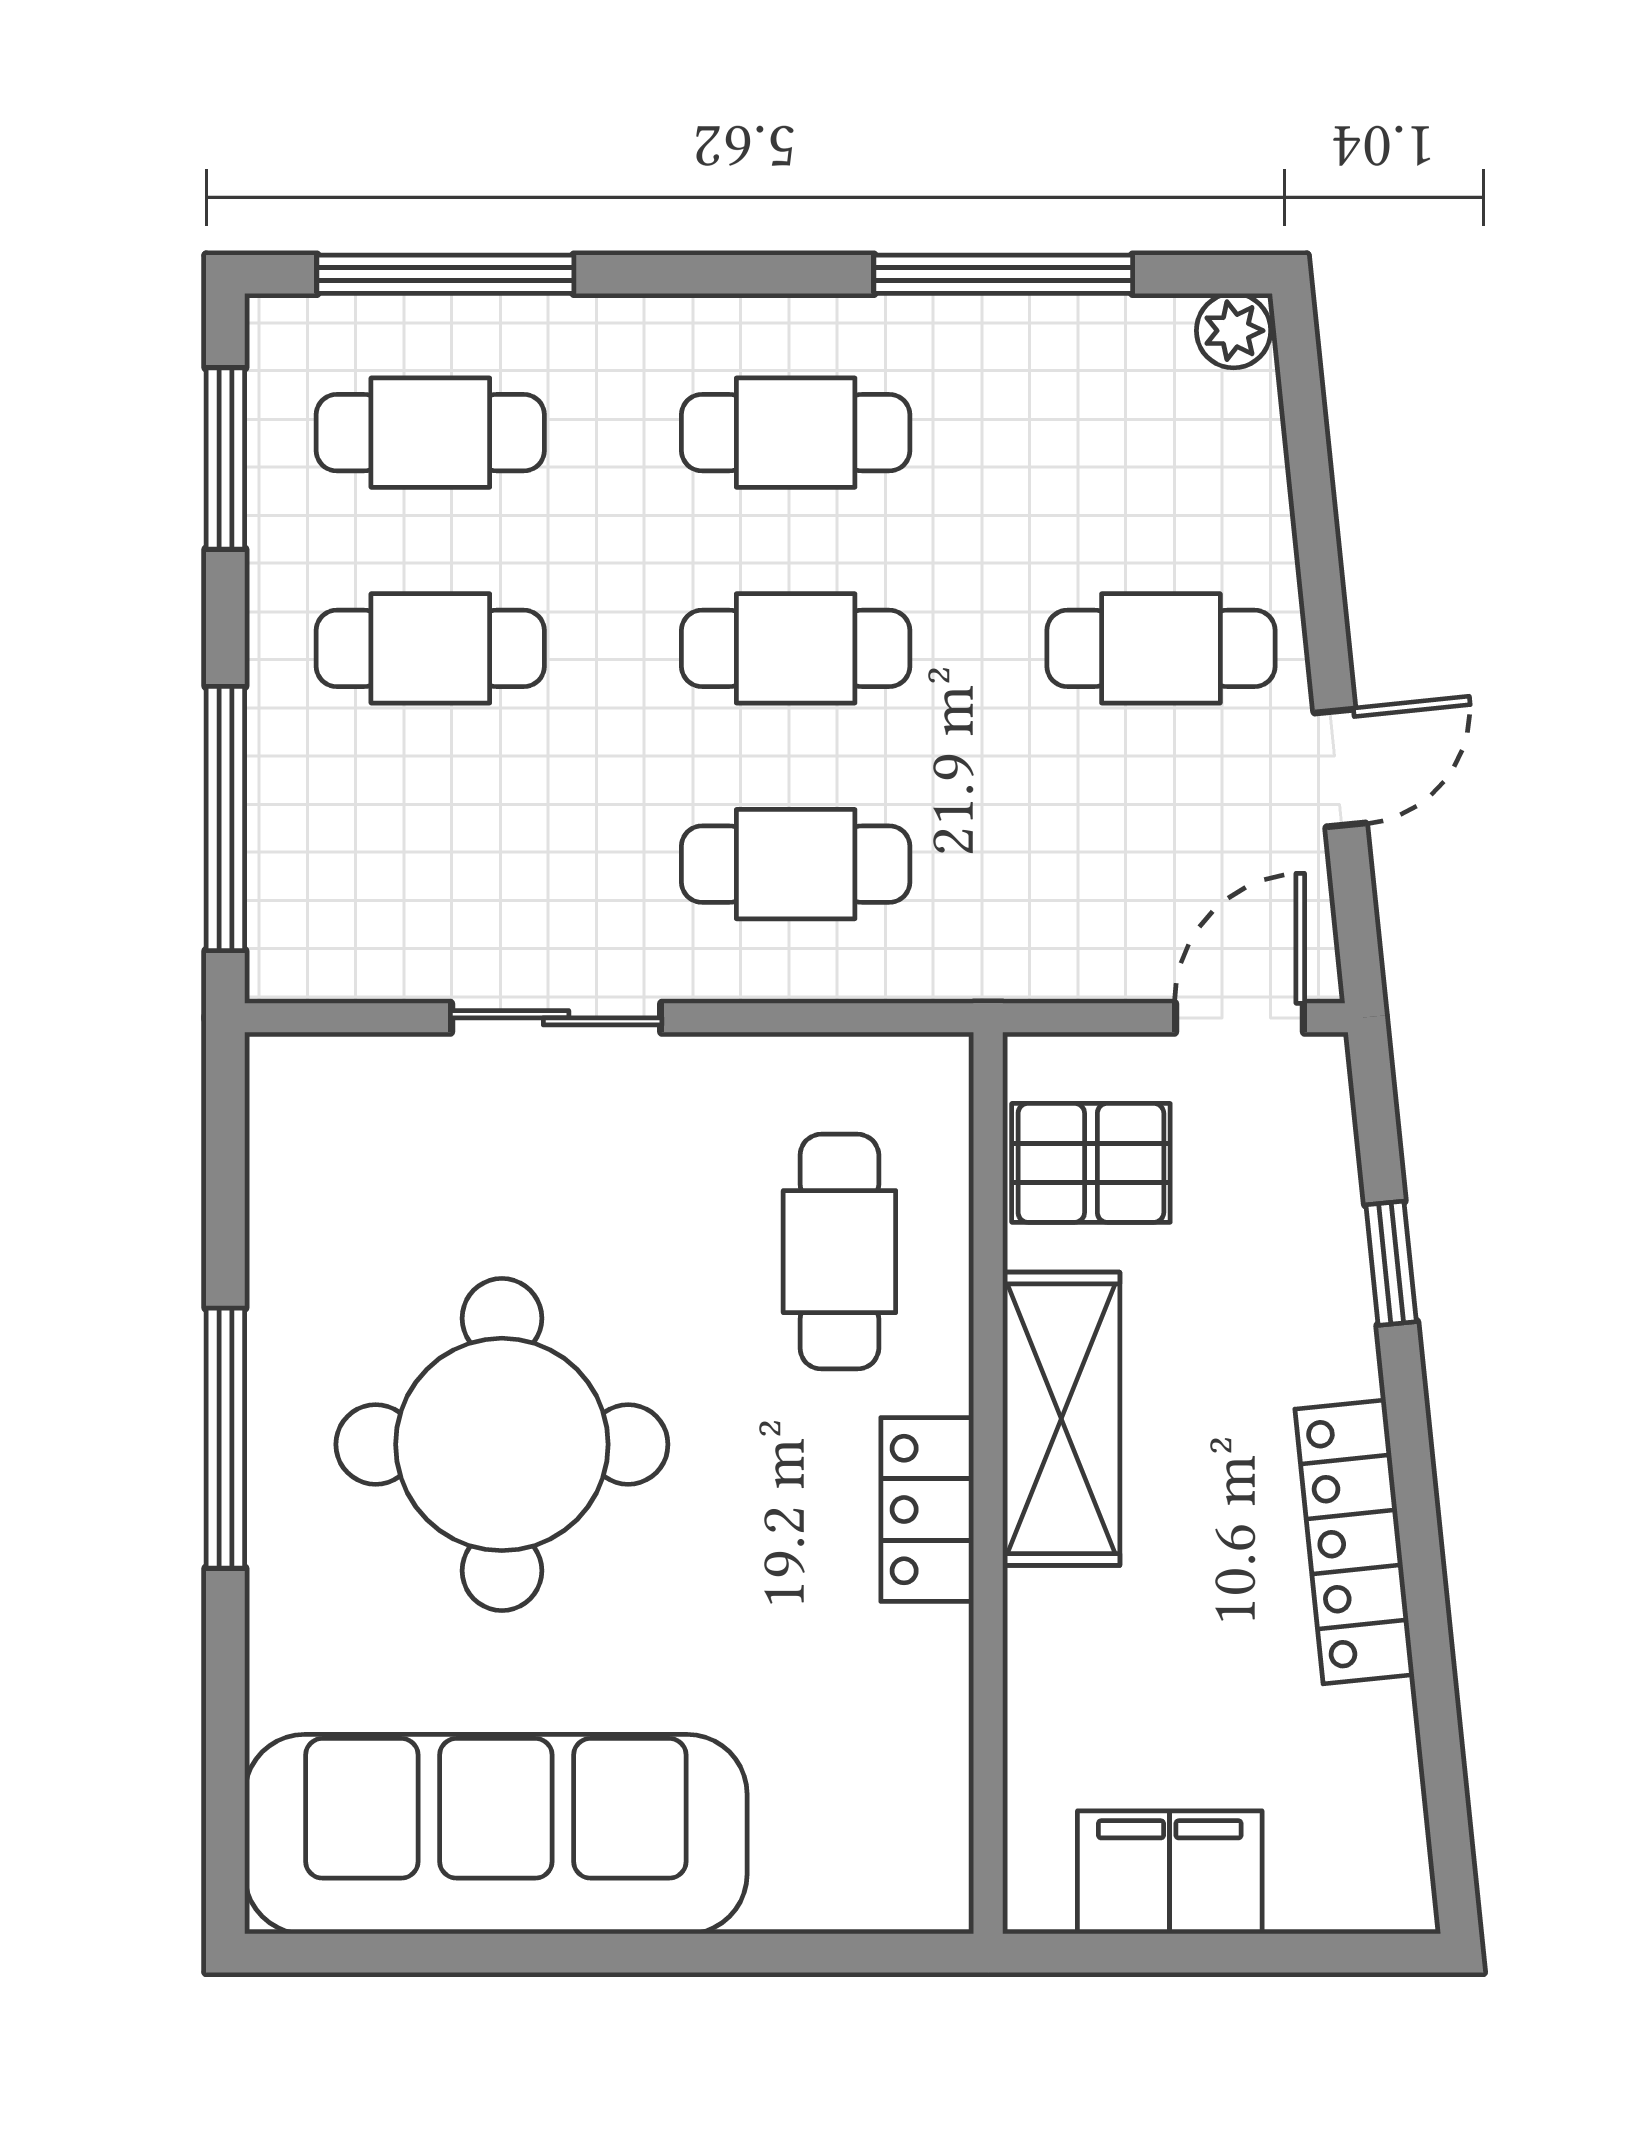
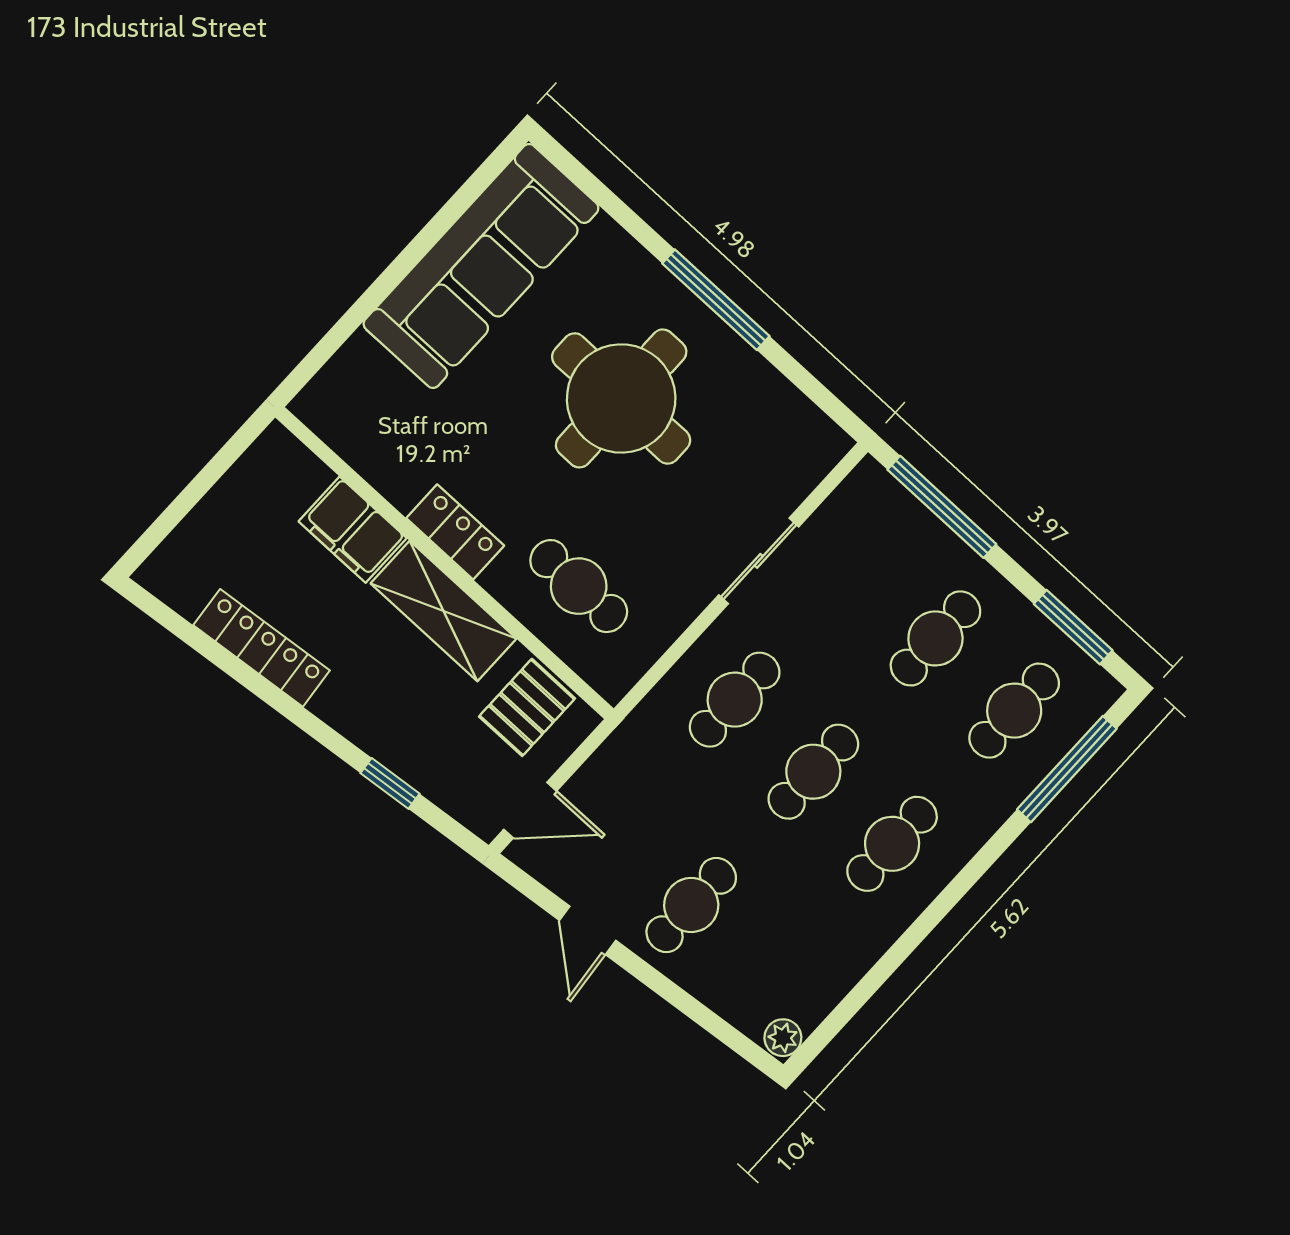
window: (1003, 274) -> (880, 973), removed
door: (1240, 1018) -> (530, 810), hinge flipped
locker: (1354, 1542) -> (262, 648), moved
filing cabinet: (1170, 1872) -> (353, 530), moved, turned 90

